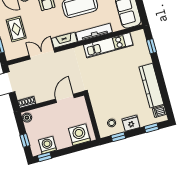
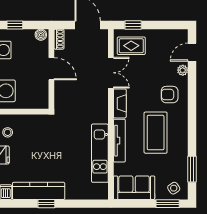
rug: (16, 29) -> (131, 46), moved
window: (152, 46) -> (46, 204), moved
door: (65, 98) -> (51, 69), moved

